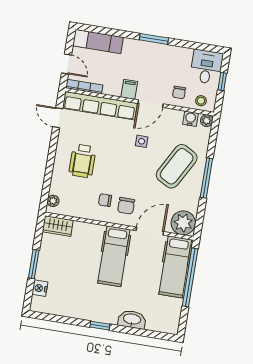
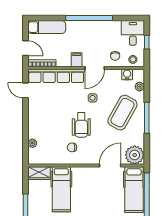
window: (154, 39) -> (89, 18), width x2.11
plant: (207, 121) -> (140, 87), moved
wheelchair: (82, 161) -> (81, 125), moved
plant: (53, 201) -> (32, 143), moved
chair: (126, 206) -> (89, 149), removed
hospital bed: (114, 256) -> (61, 189), moved

